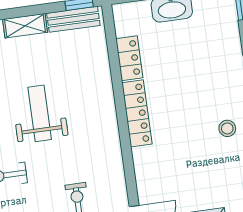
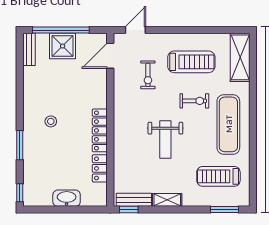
stool: (227, 128) -> (51, 121), moved

